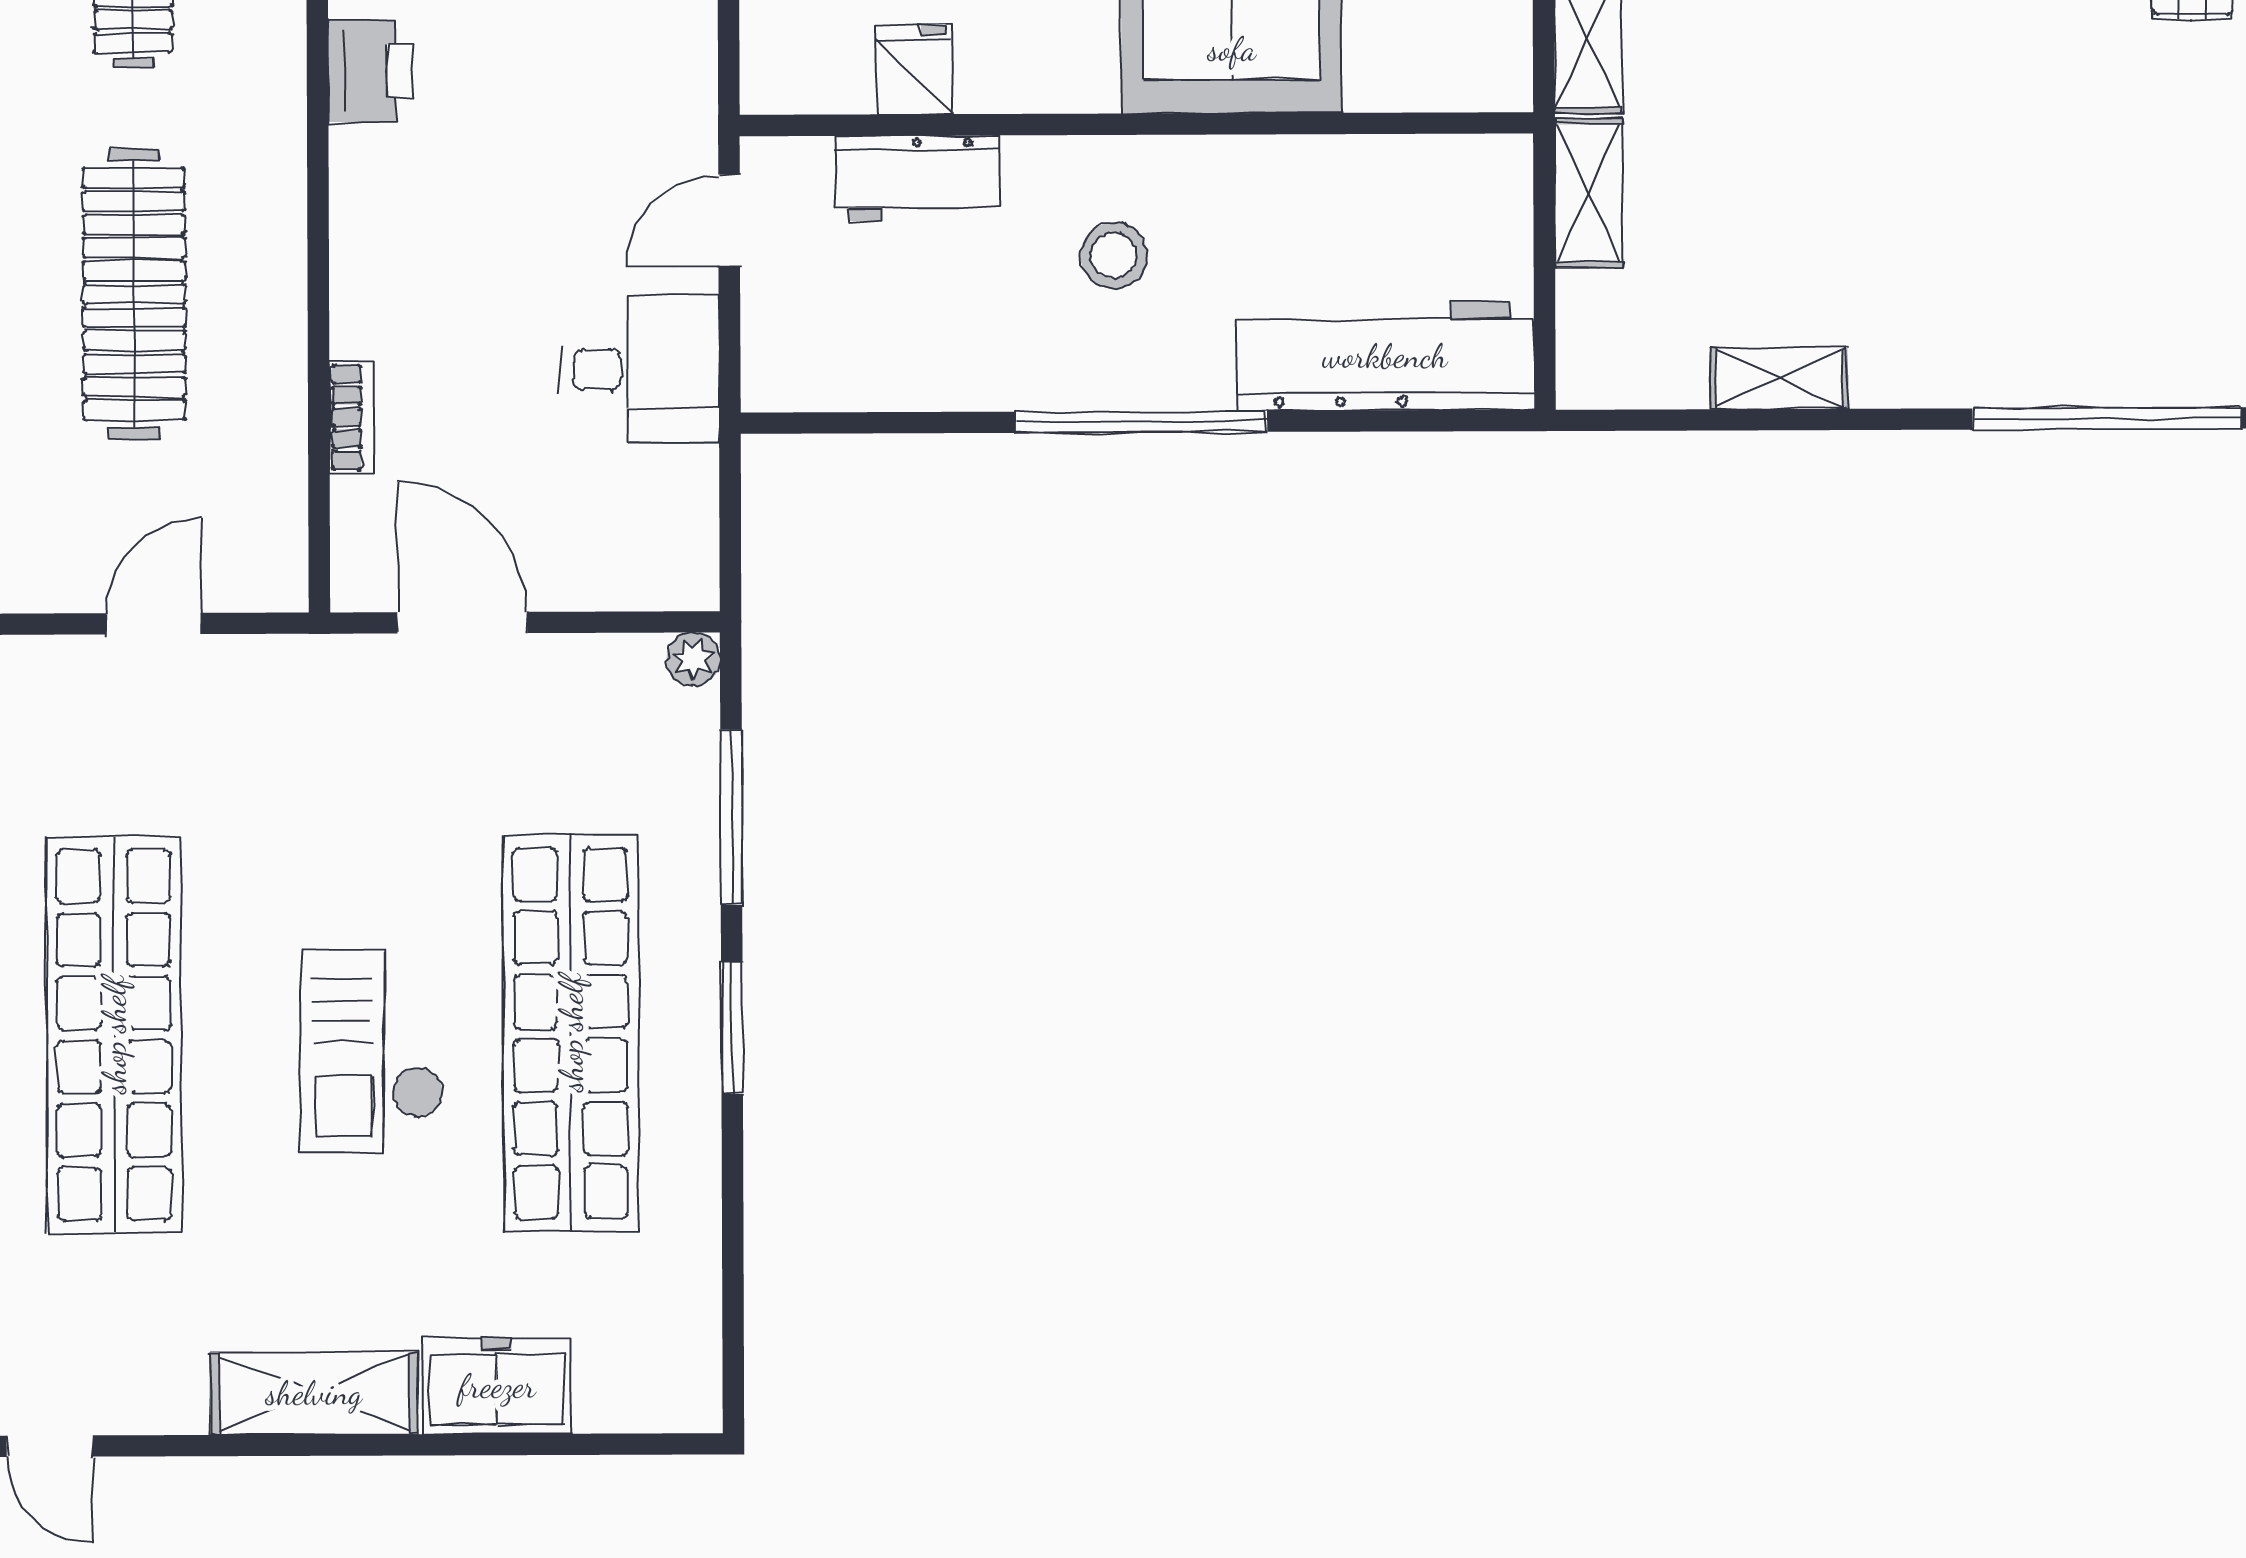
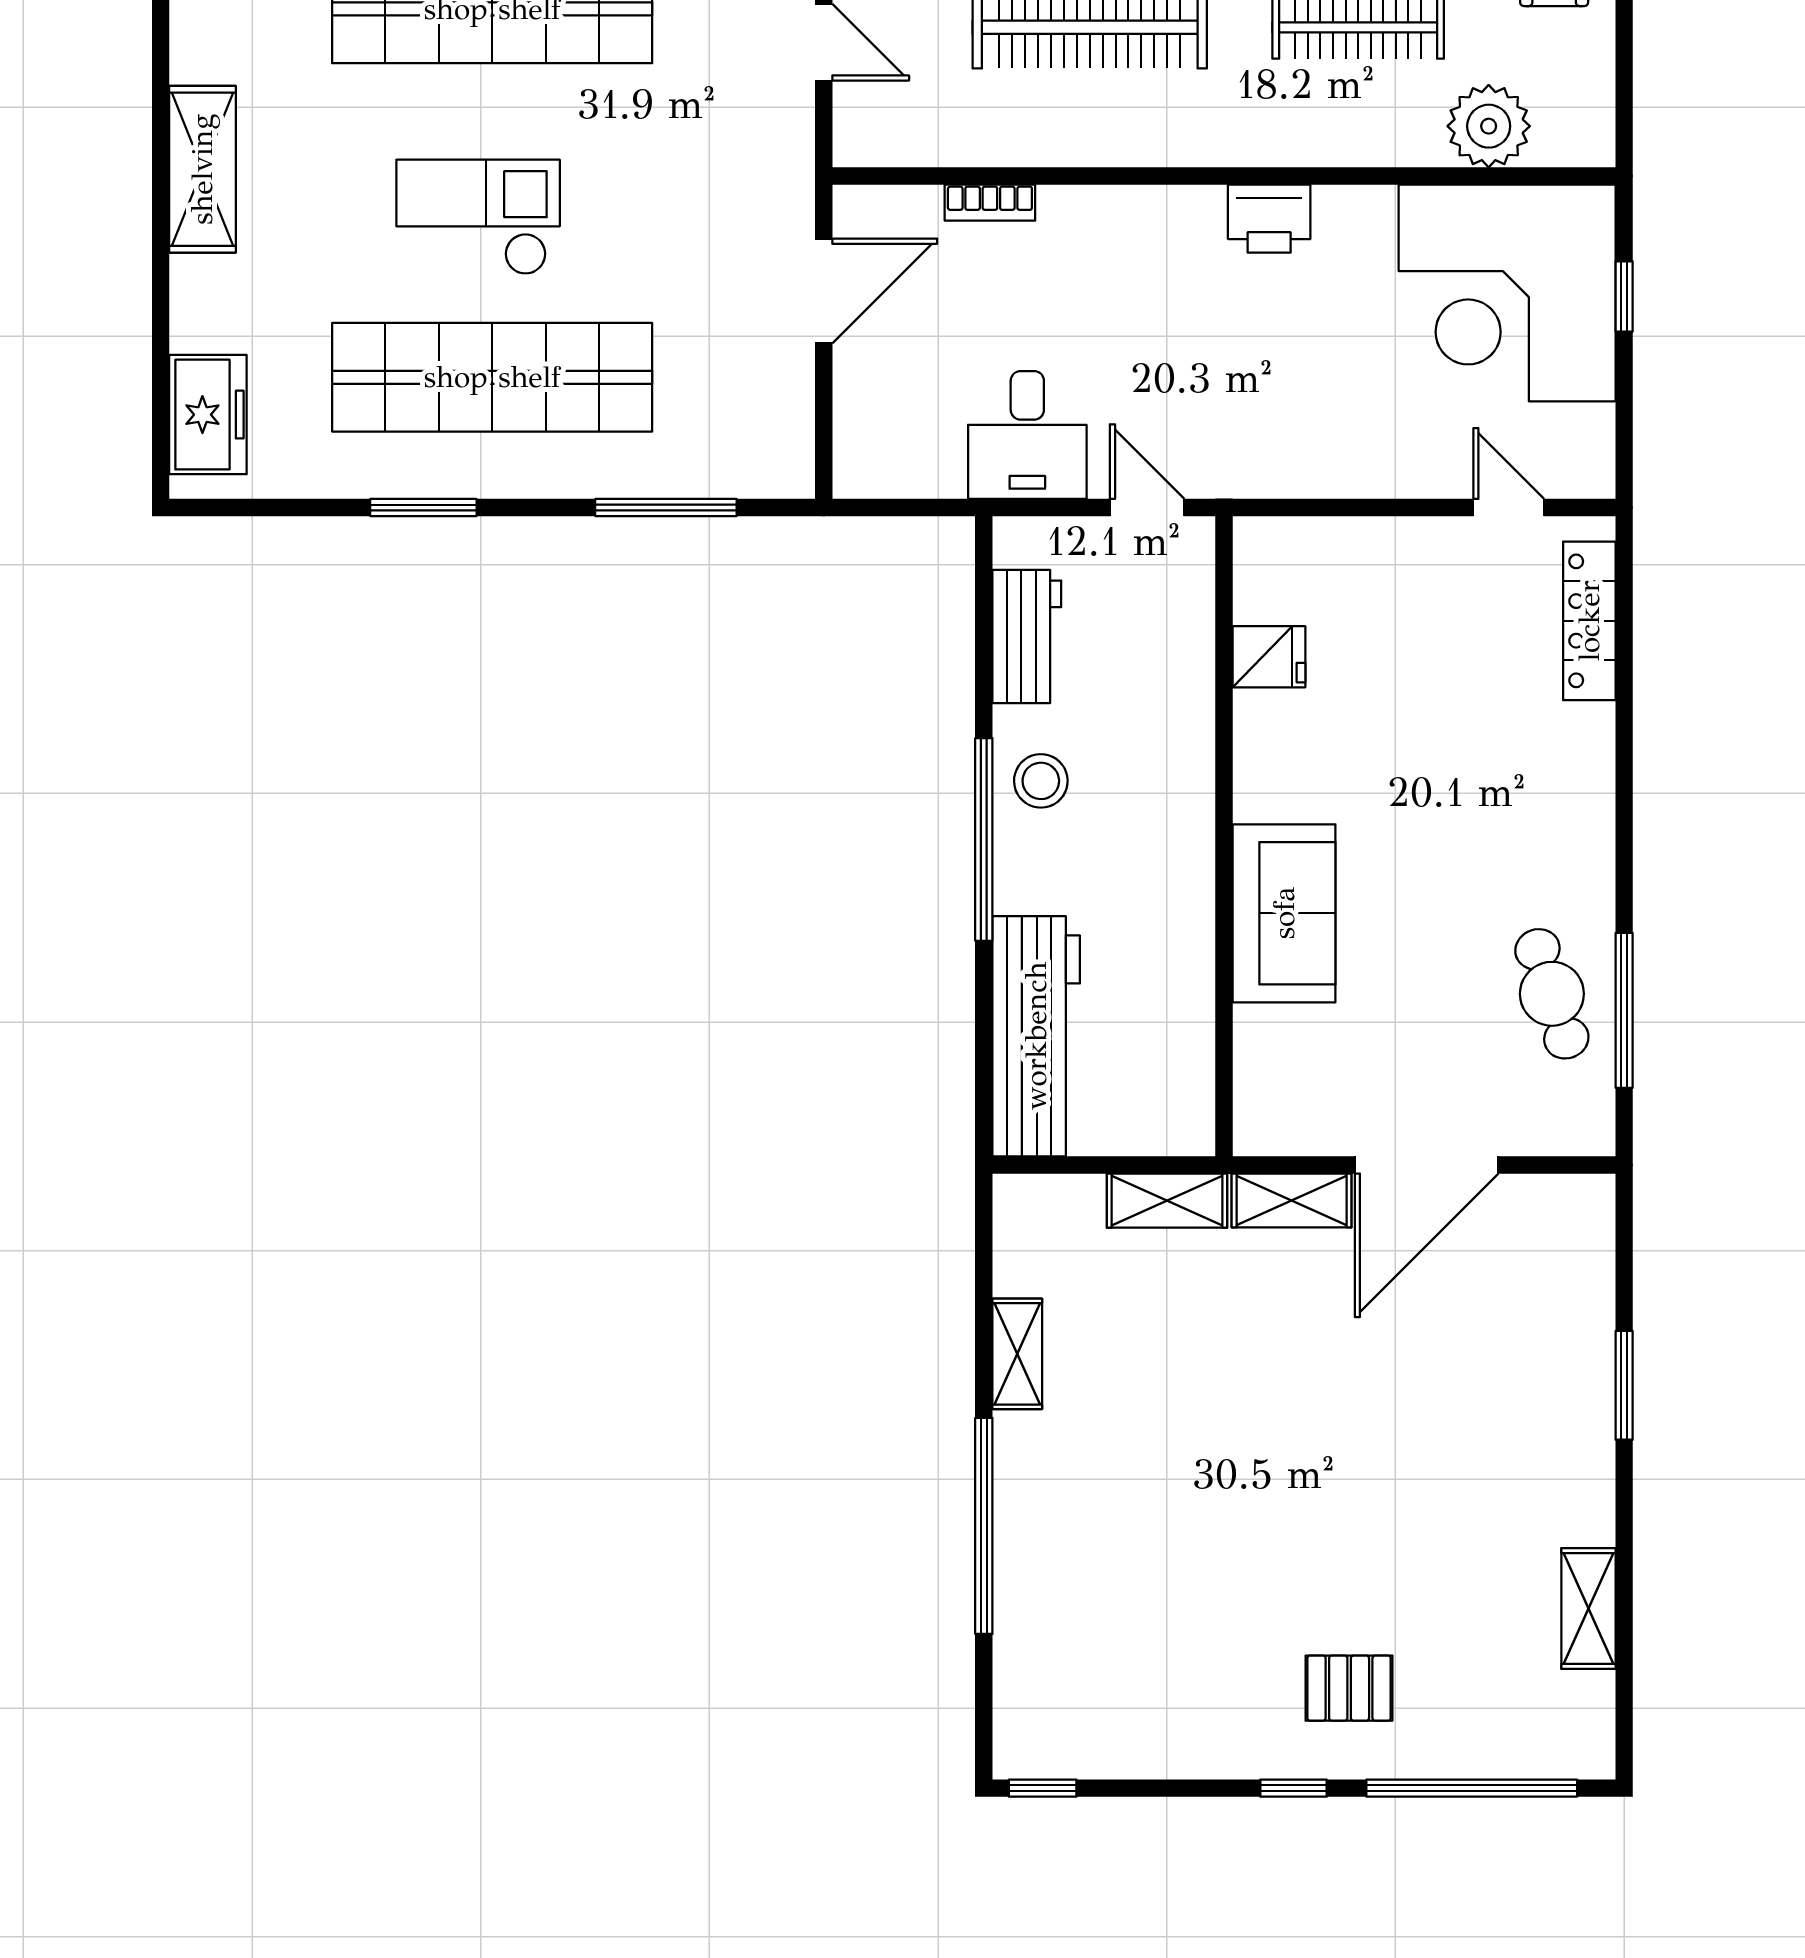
workbench: (918, 178) -> (1027, 636), moved, turned 180
stool: (1114, 255) -> (1041, 781), moved
window: (2107, 418) -> (984, 1526), moved
plant: (693, 659) -> (794, 477), removed
window: (732, 1028) -> (423, 508), moved
freezer: (497, 1386) -> (208, 415), moved

